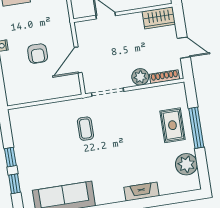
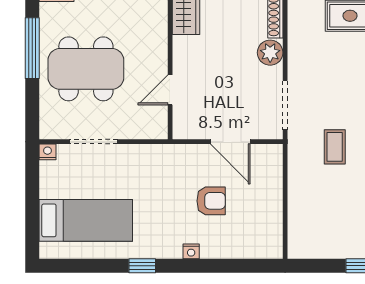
coffee table: (85, 129) -> (335, 147), turned 90

